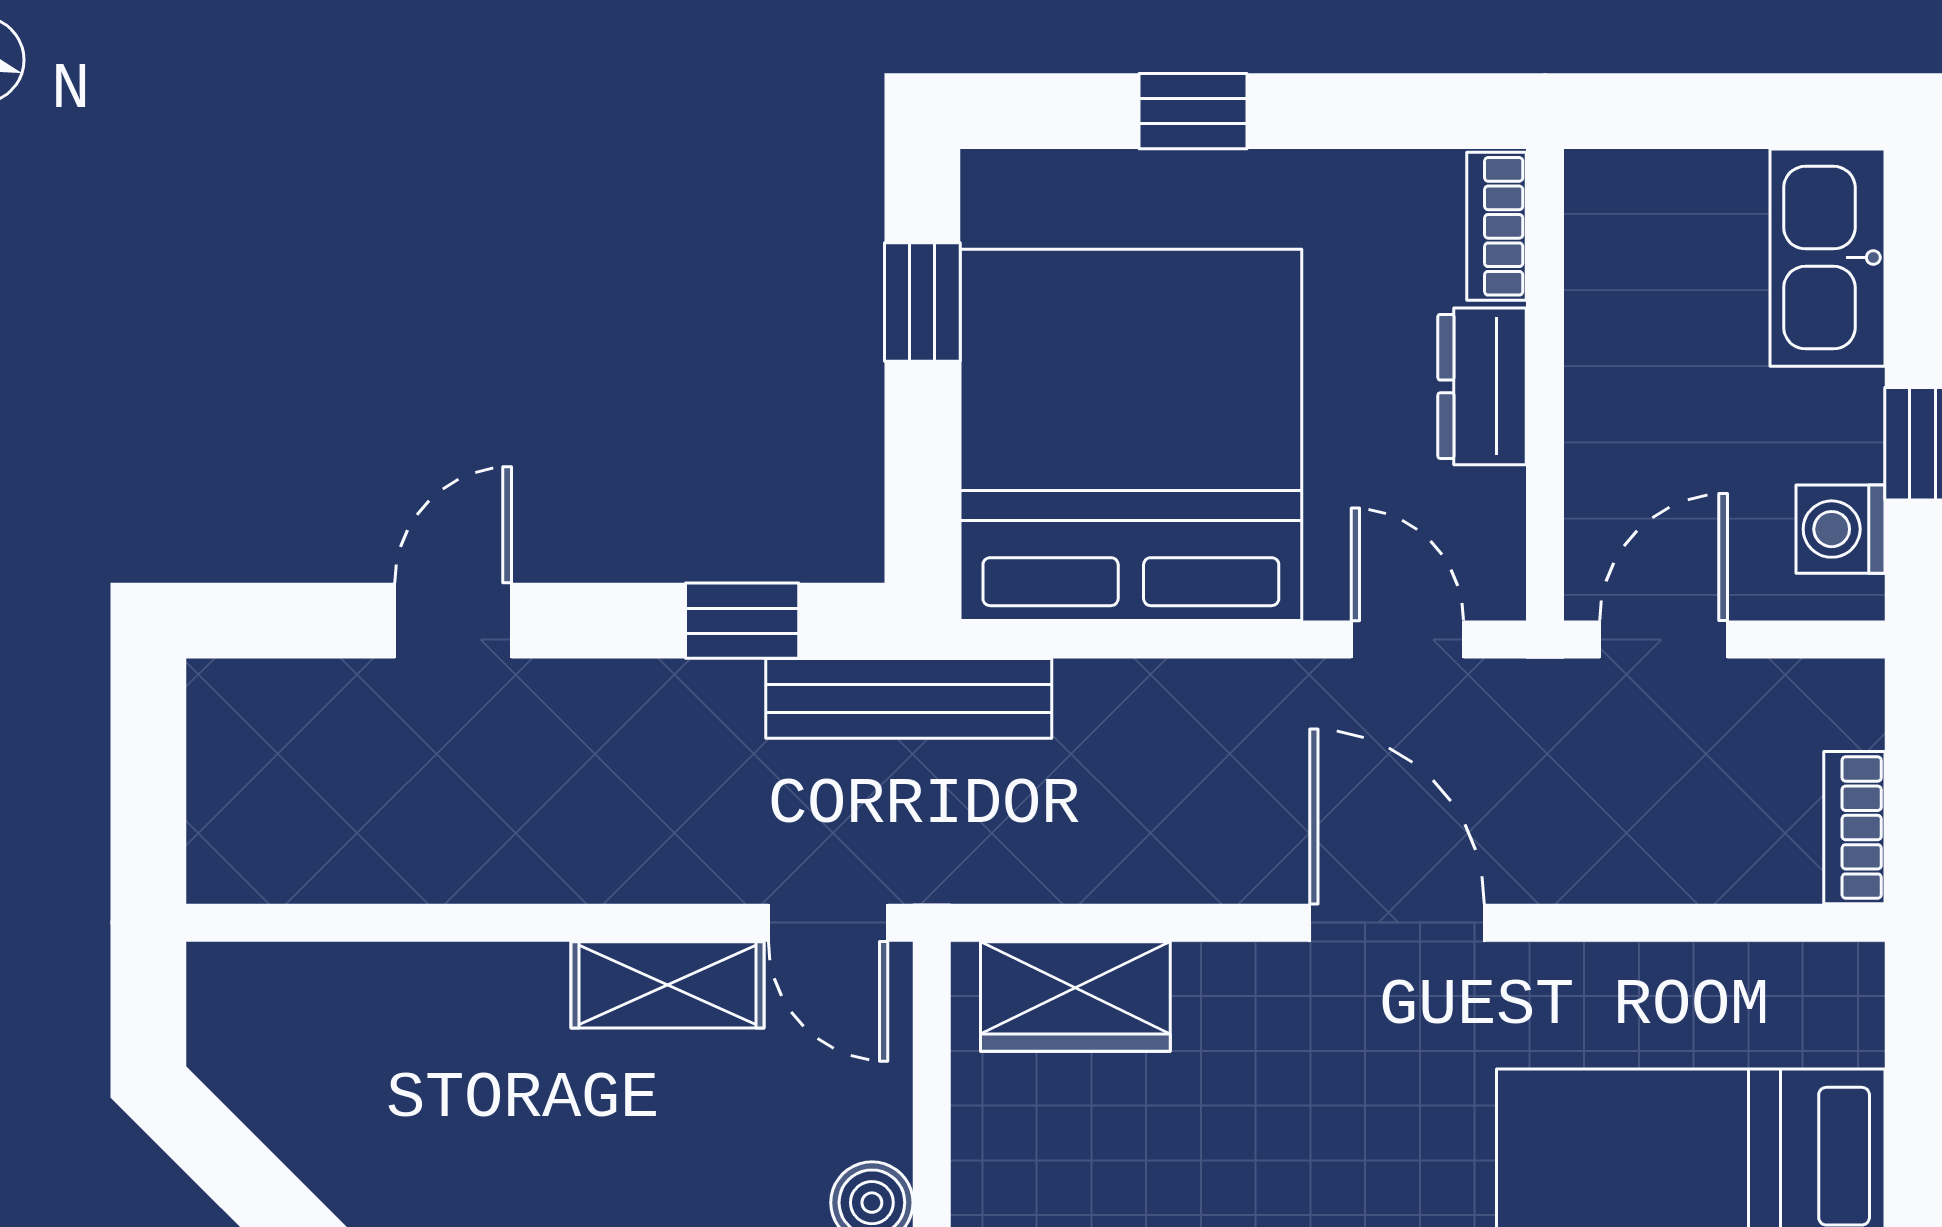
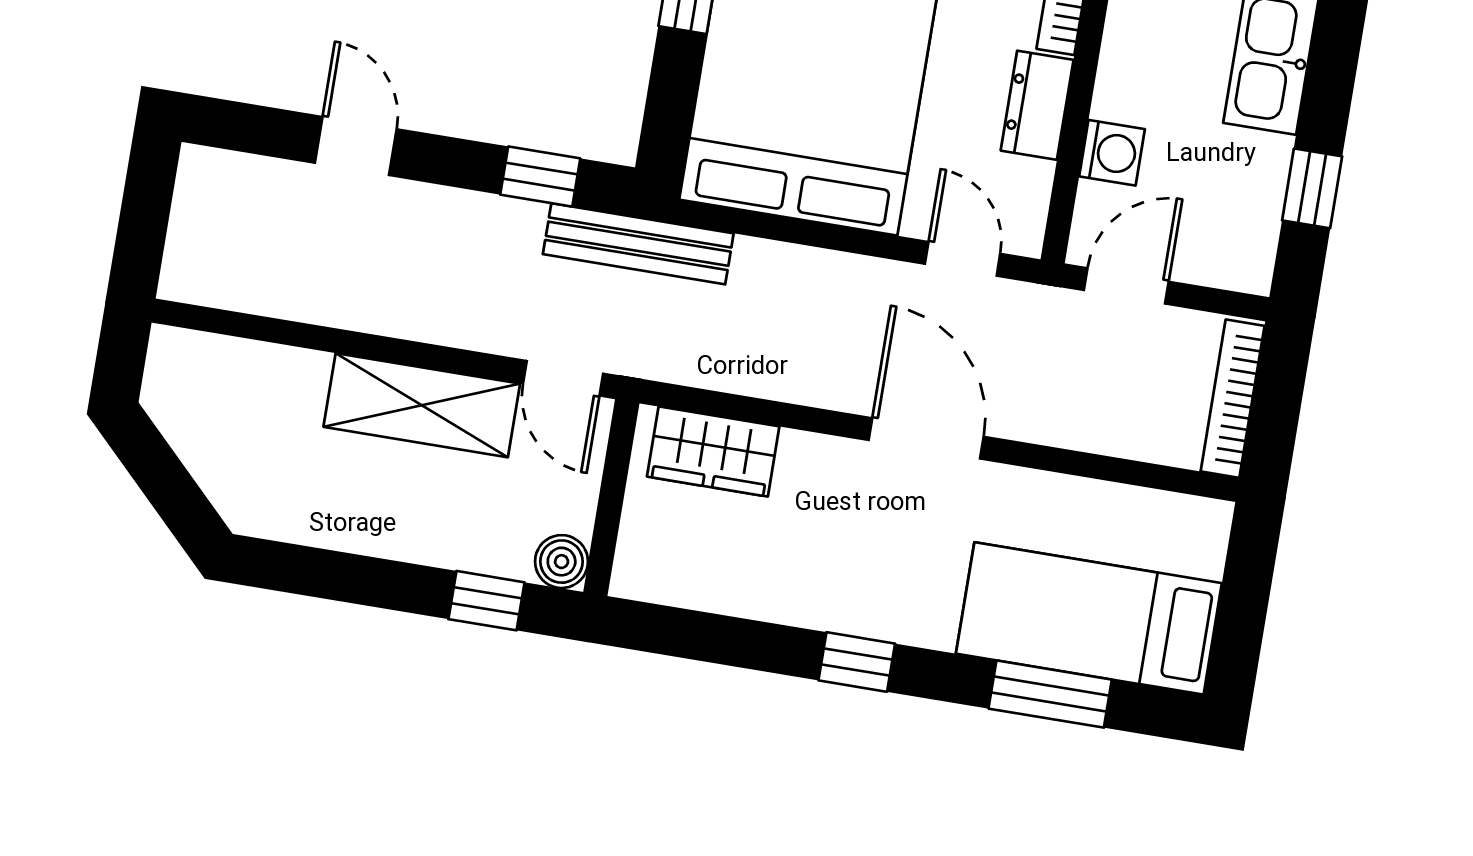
washing machine: (1841, 529) -> (1112, 153), moved, turned 180
door: (453, 621) -> (356, 146), hinge flipped
bookcase: (1854, 828) -> (1233, 399), width x1.56
shelving: (667, 985) -> (422, 405), width x1.50, depth x1.33

